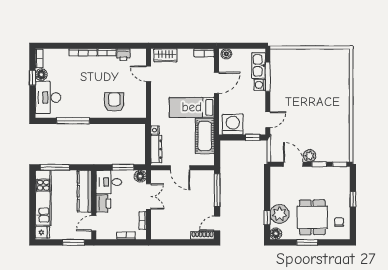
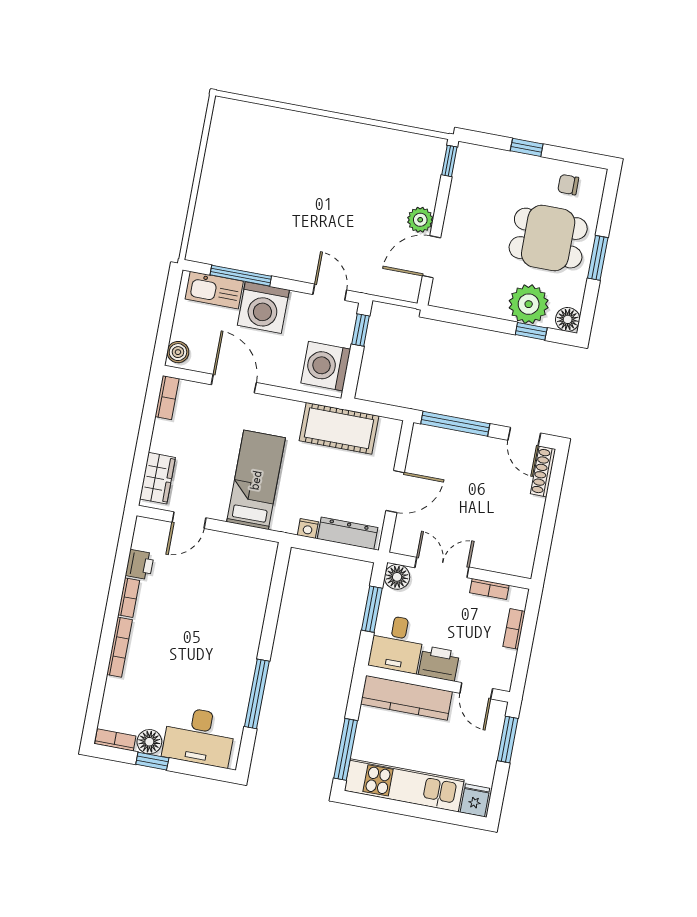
washing machine: (260, 85) -> (263, 308), width x1.89, depth x1.89
armchair: (114, 102) -> (234, 602), removed
bed: (192, 107) -> (256, 480), moved, turned 180
window: (319, 164) -> (441, 203), removed

